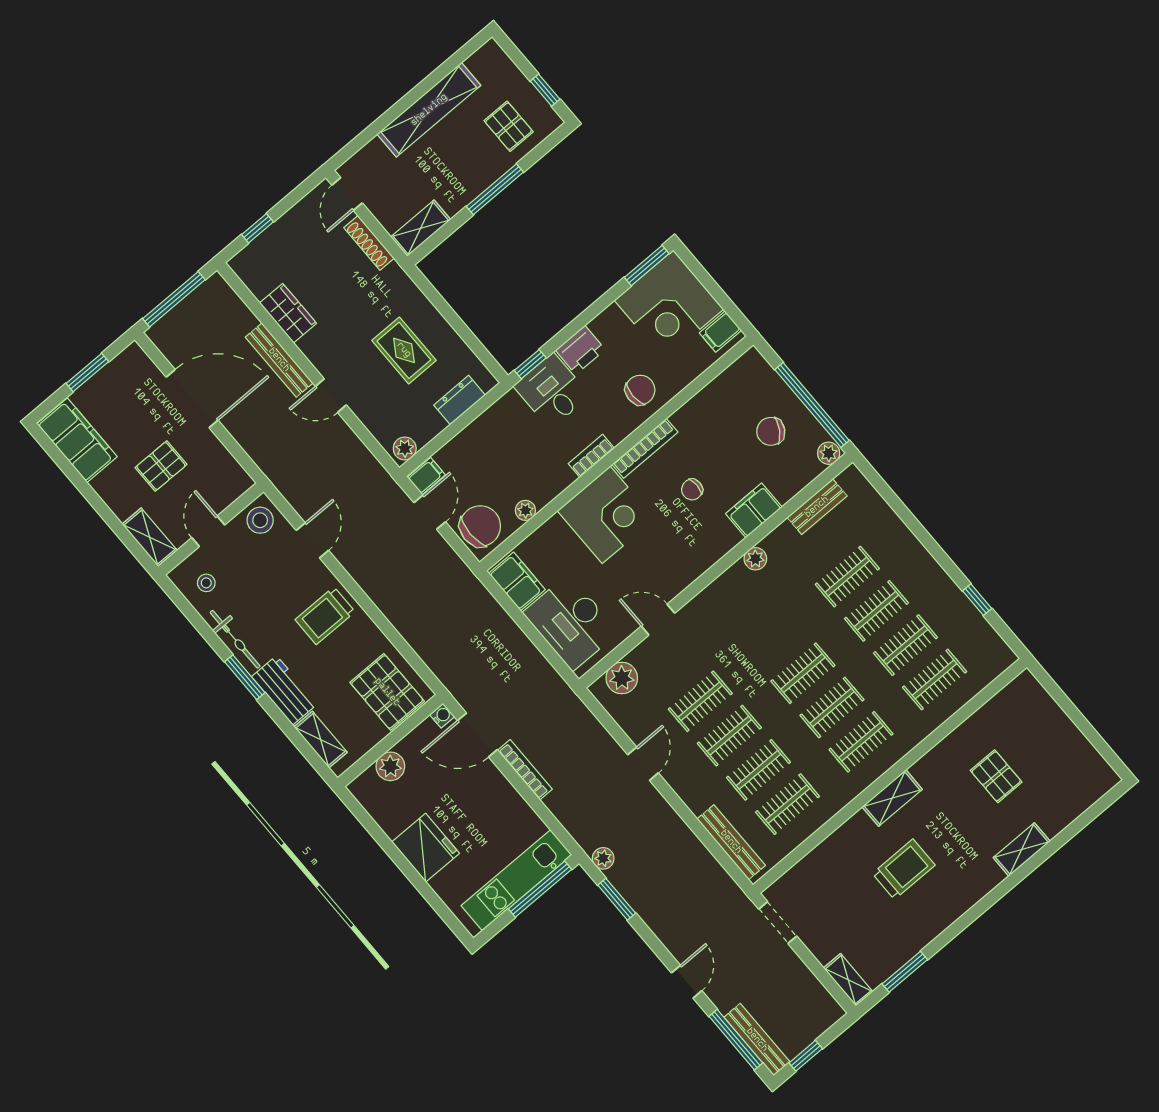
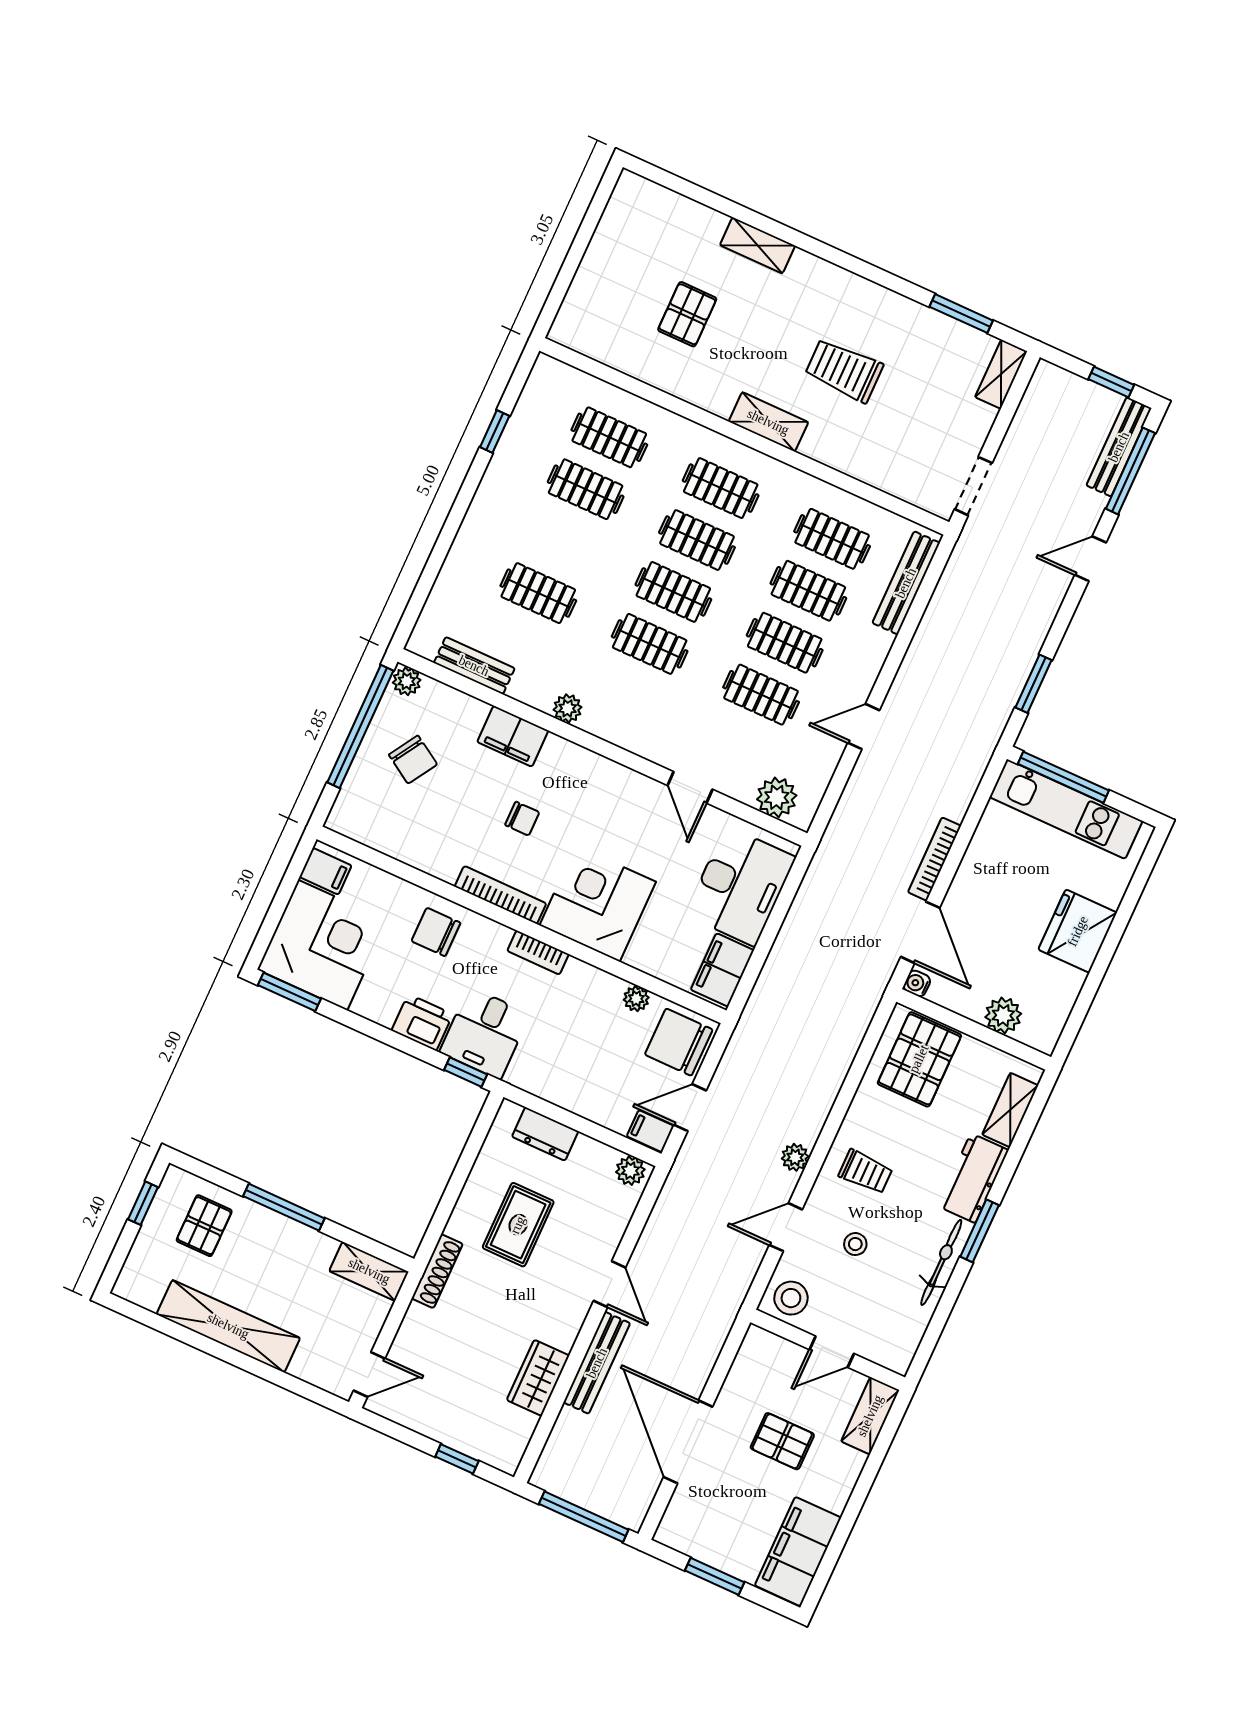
shoe rack: (369, 243) -> (437, 1271), moved
stool: (206, 583) -> (855, 1244), moved
clothes rail: (876, 611) -> (650, 644), moved
trolley: (325, 616) -> (865, 1172), width x0.73, depth x0.72
plant: (603, 858) -> (795, 1157), moved

